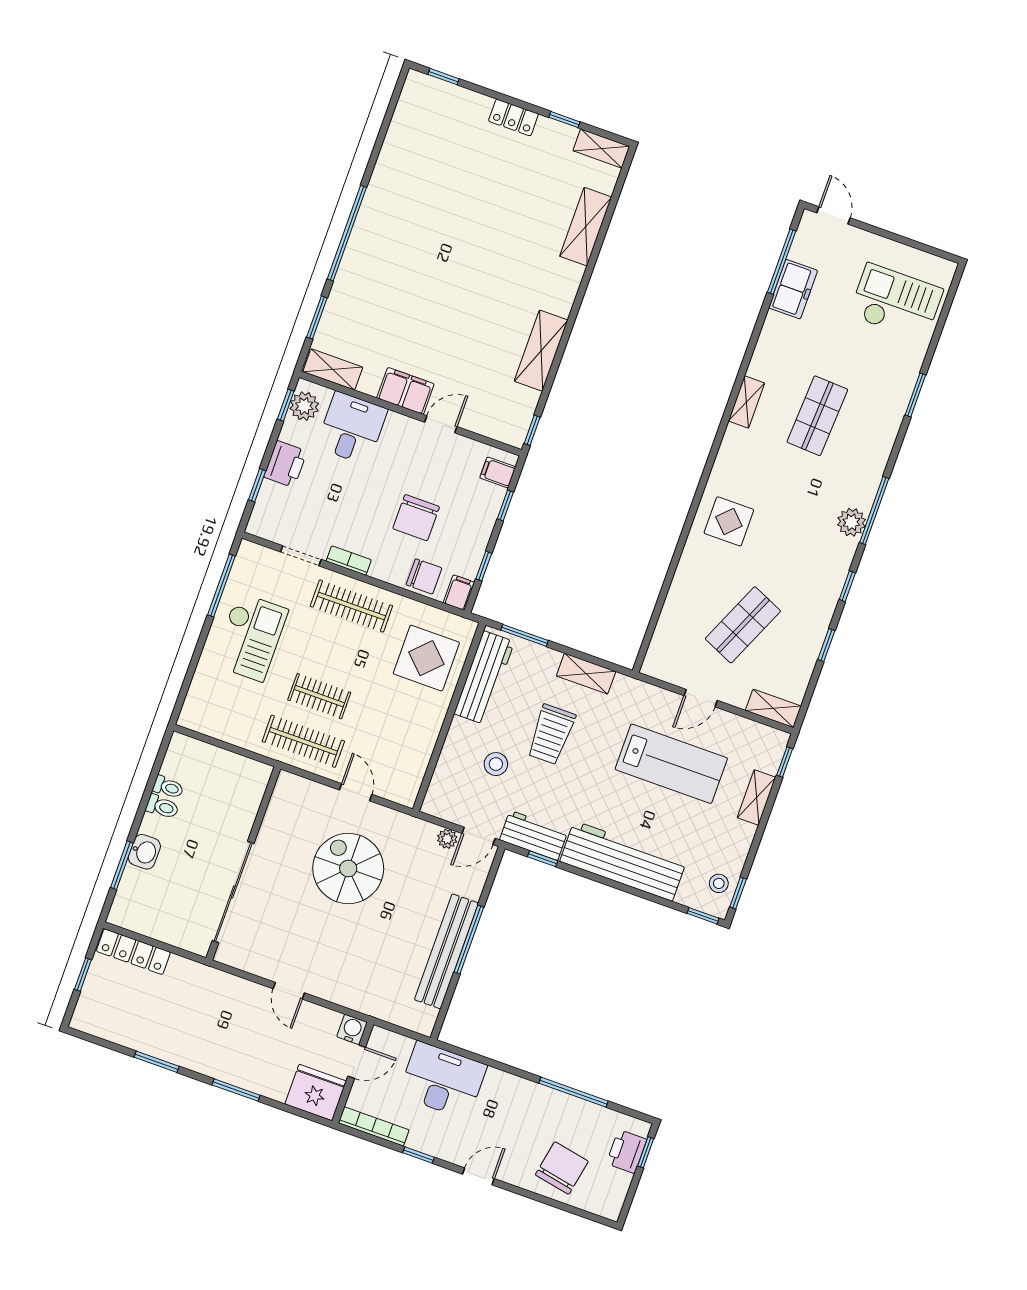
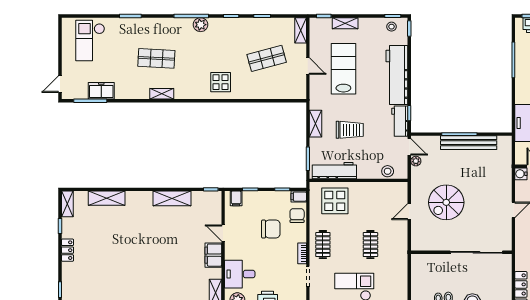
clothes rail: (351, 606) -> (323, 245), width x0.73
shop shelf: (743, 625) -> (267, 58), turned -39
clothes rail: (303, 741) -> (394, 245), removed
stool: (496, 764) -> (388, 171), moved

